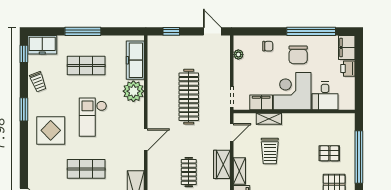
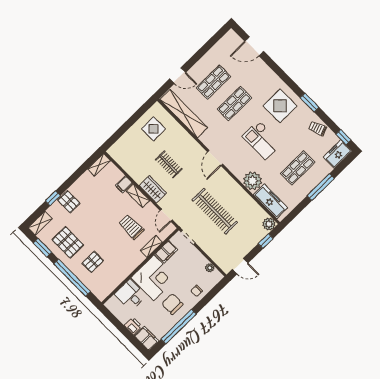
plant: (155, 43) -> (269, 224), added
checkout: (93, 117) -> (262, 140), turned 180

